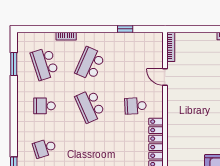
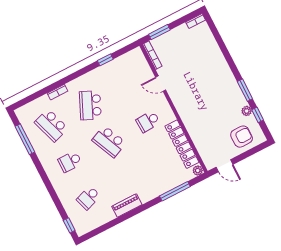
window: (188, 29) -> (159, 32), added
window: (14, 64) -> (25, 139), width x1.44

